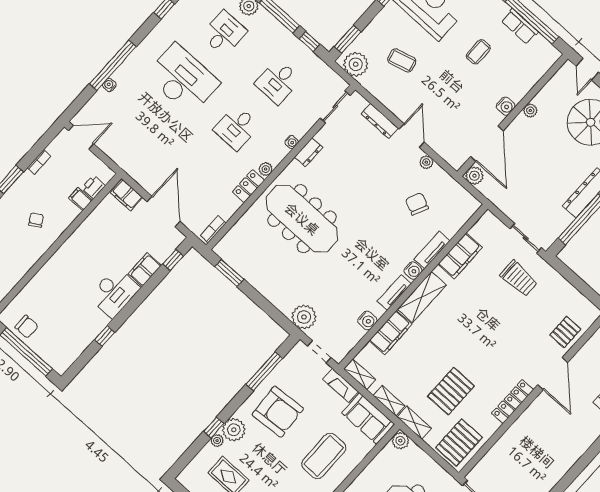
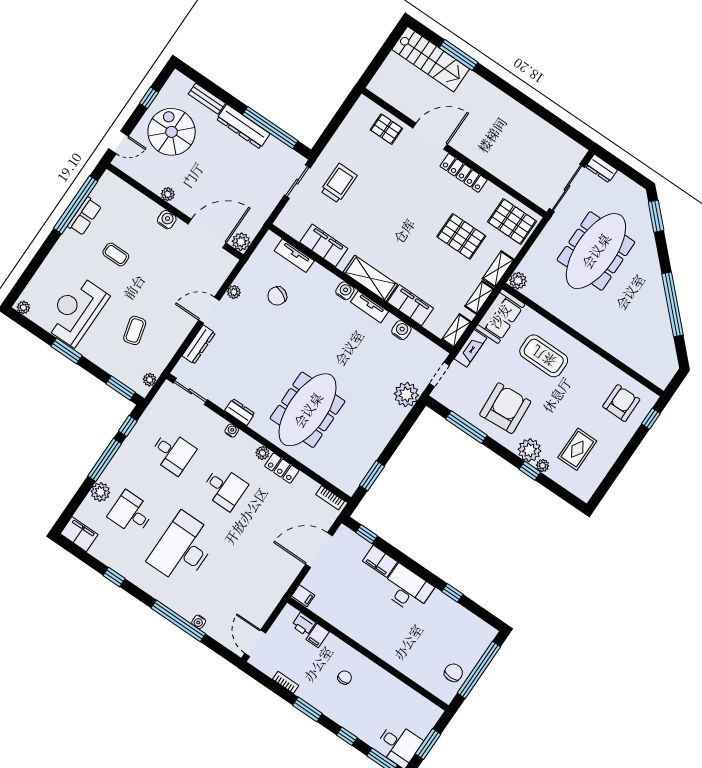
plant: (356, 64) -> (150, 380), width x0.53, depth x0.53
filing cabinet: (126, 195) -> (303, 596), width x0.50
chair: (36, 220) -> (345, 678), turned 121
tv unit: (432, 250) -> (294, 256), moved

